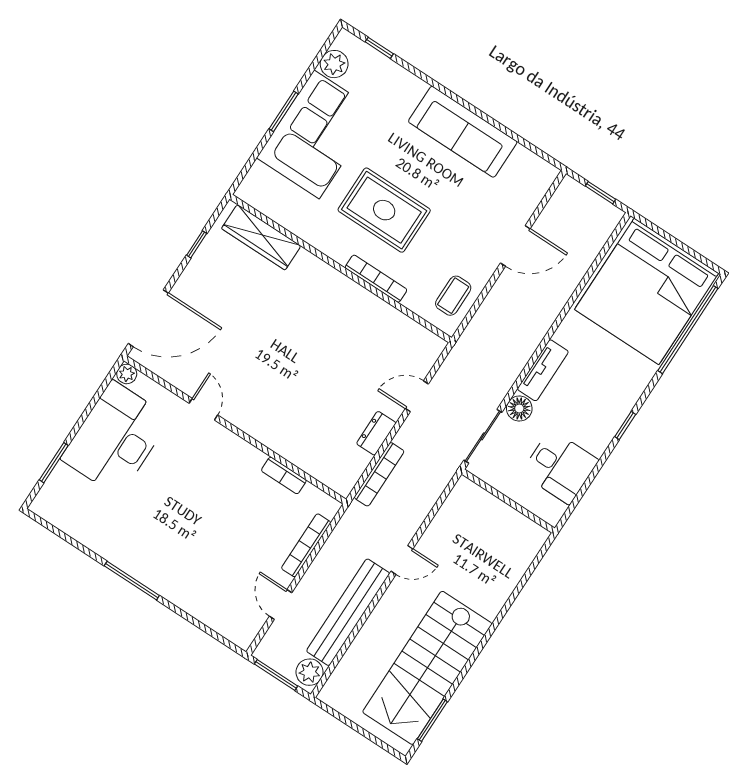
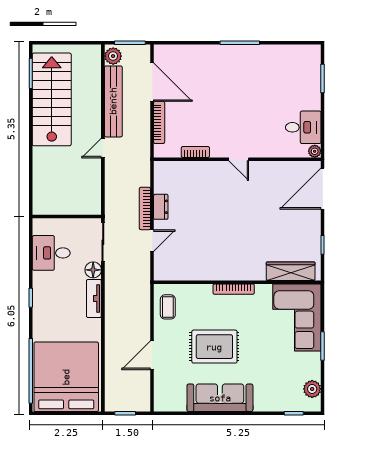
corner sofa: (317, 134) -> (297, 317), moved
rug: (384, 210) -> (214, 347), moved
bookcase: (376, 279) -> (234, 289), moved
door: (203, 409) -> (239, 159), moved
desk: (116, 438) -> (303, 127), width x0.53, depth x0.77
bookcase: (379, 474) -> (145, 208), moved
door: (281, 604) -> (152, 82), width x1.88

